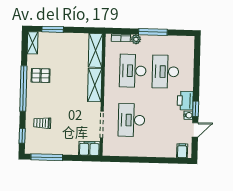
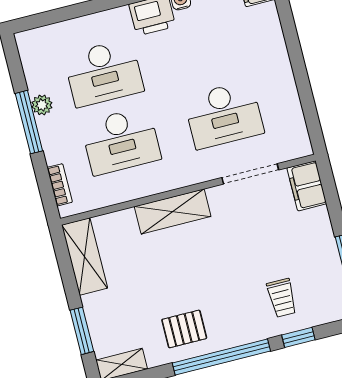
plant: (136, 39) -> (42, 105), moved
shelving: (96, 50) -> (85, 257), moved, turned 90
pallet: (41, 75) -> (184, 329), turned 90
window: (22, 136) -> (298, 337), moved

